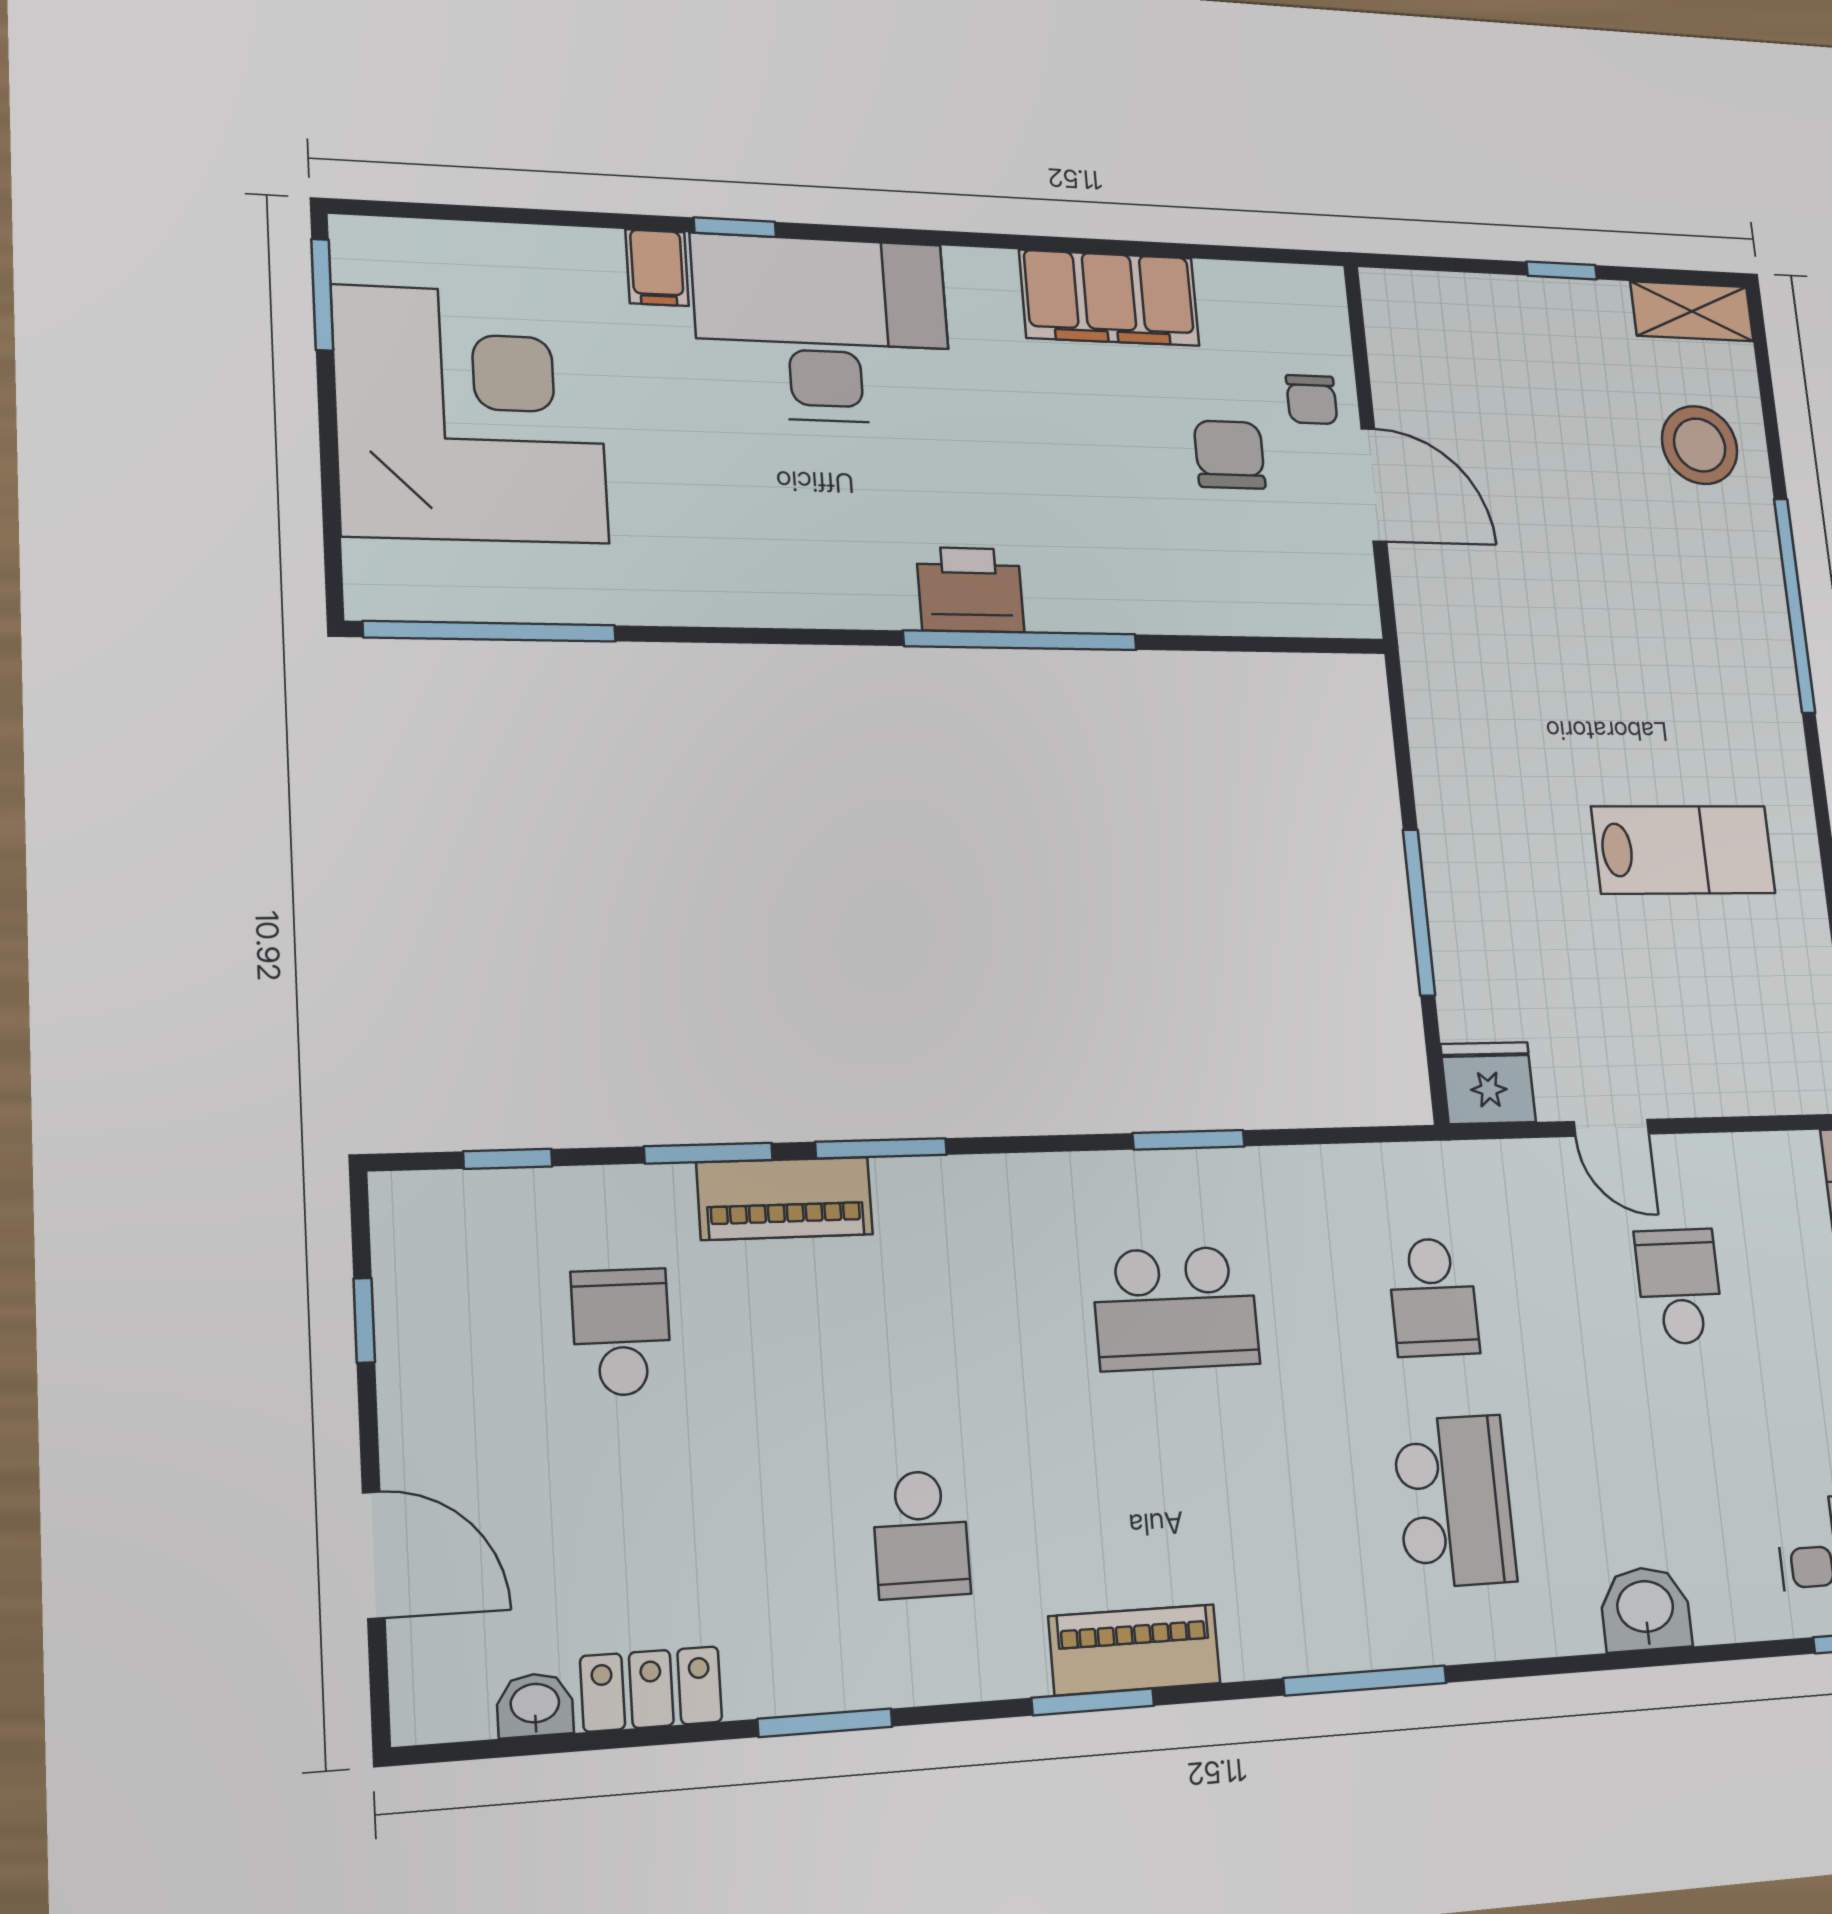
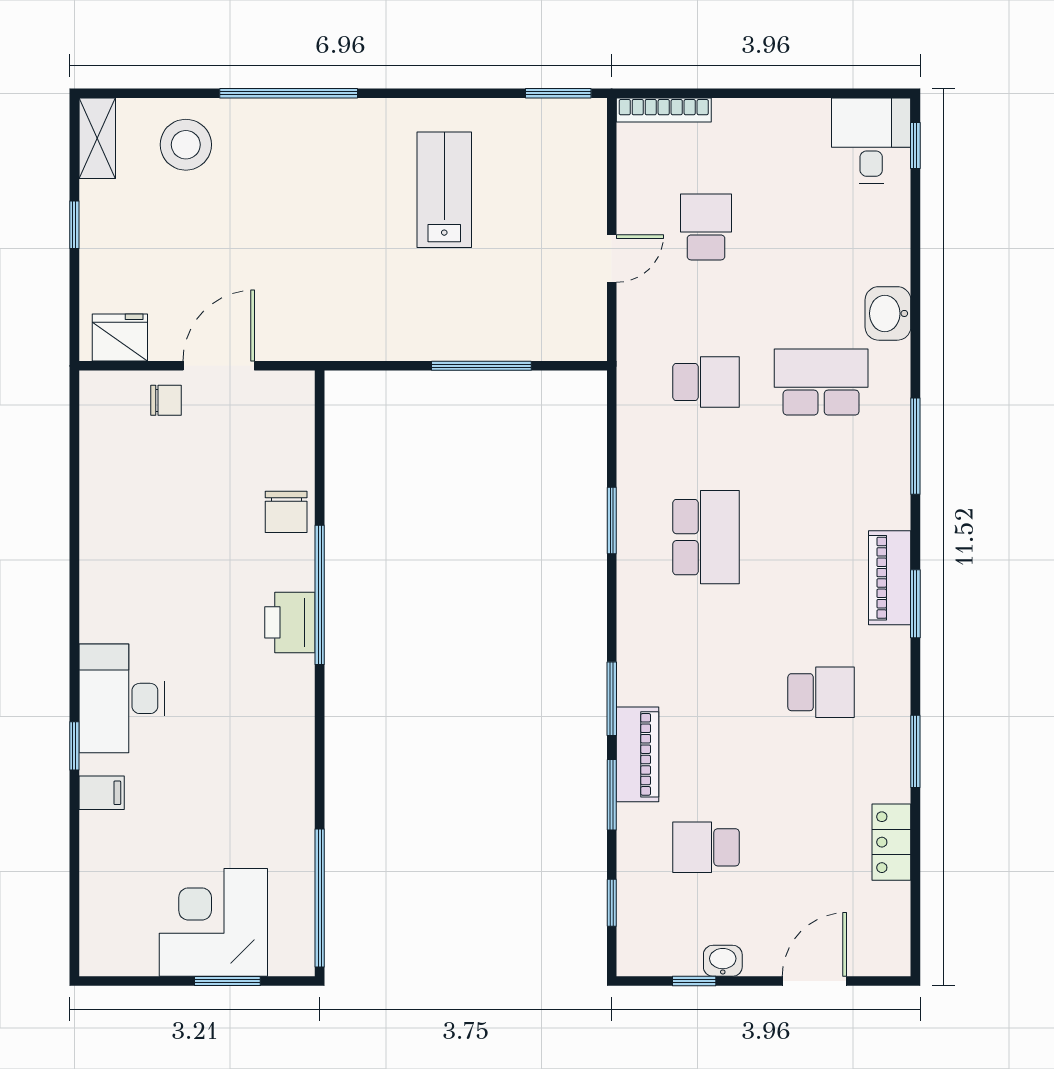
window: (322, 295) -> (227, 981), moved
filing cabinet: (1109, 298) -> (107, 522), removed
desk: (823, 329) -> (122, 698), width x0.73, depth x0.77
corner desk: (470, 414) -> (213, 922), width x0.74, depth x0.74
chair: (1230, 455) -> (286, 512), moved, turned -90
fridge: (1488, 1083) -> (120, 338), moved, turned 90
school desk: (1679, 1286) -> (706, 227), turned 90
washbasin: (1645, 1609) -> (888, 313), moved
washbasin: (535, 1705) -> (723, 961), moved, turned 90

